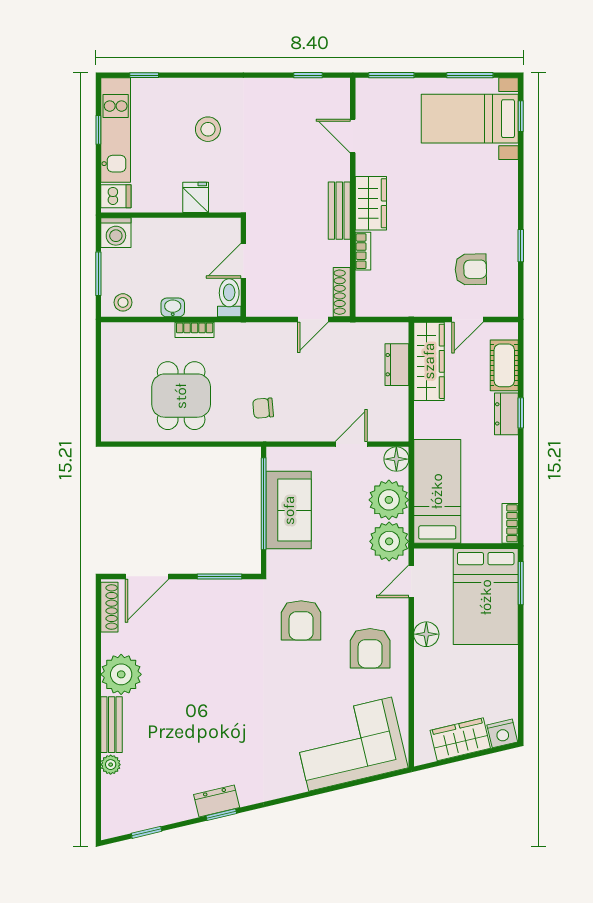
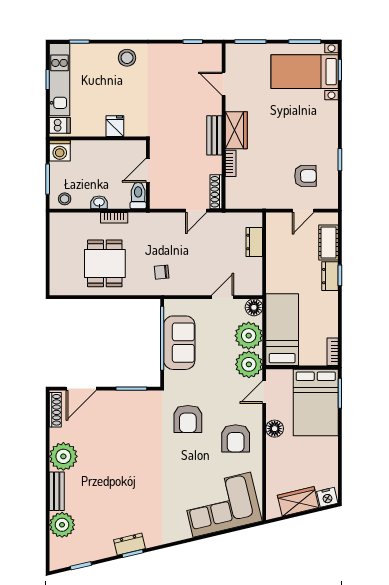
stool: (208, 129) -> (127, 58), moved
wardrobe: (429, 361) -> (276, 240), removed
plant: (111, 765) -> (62, 525), width x1.88, depth x1.88

